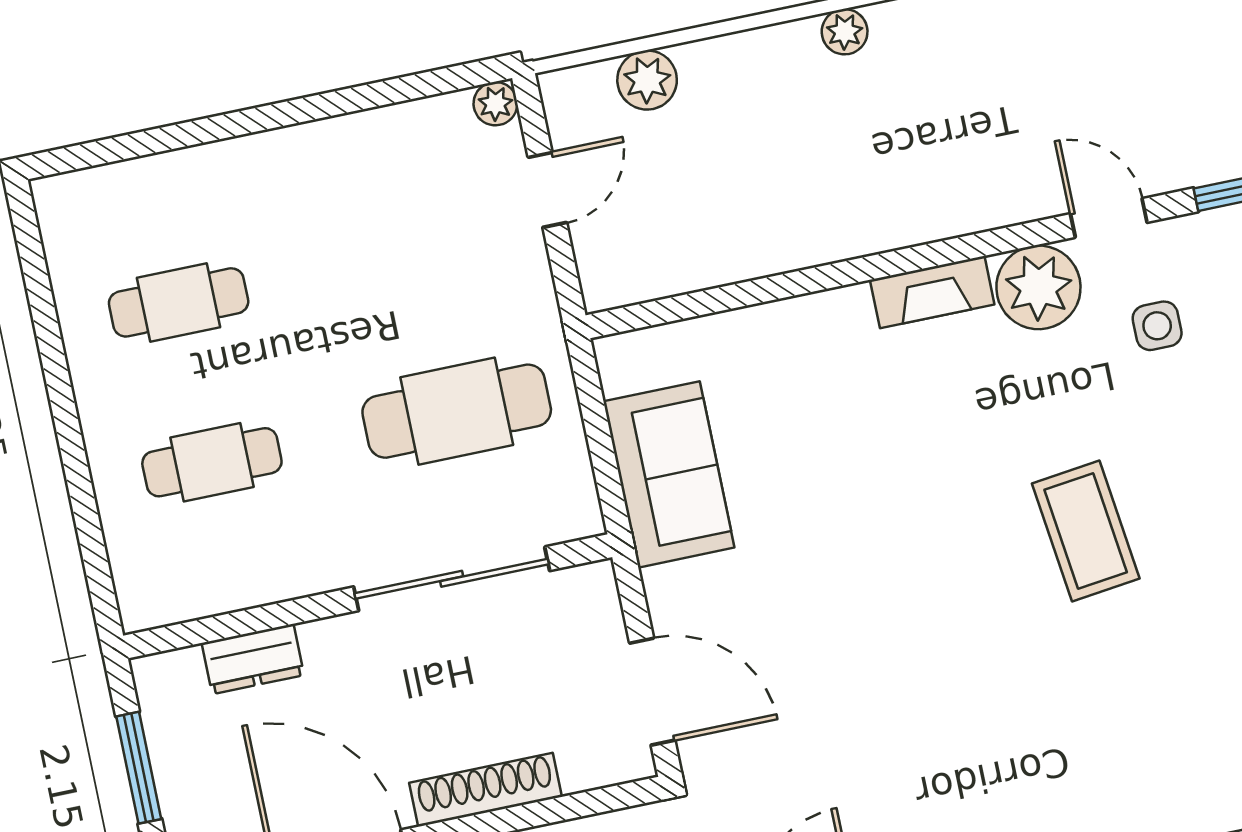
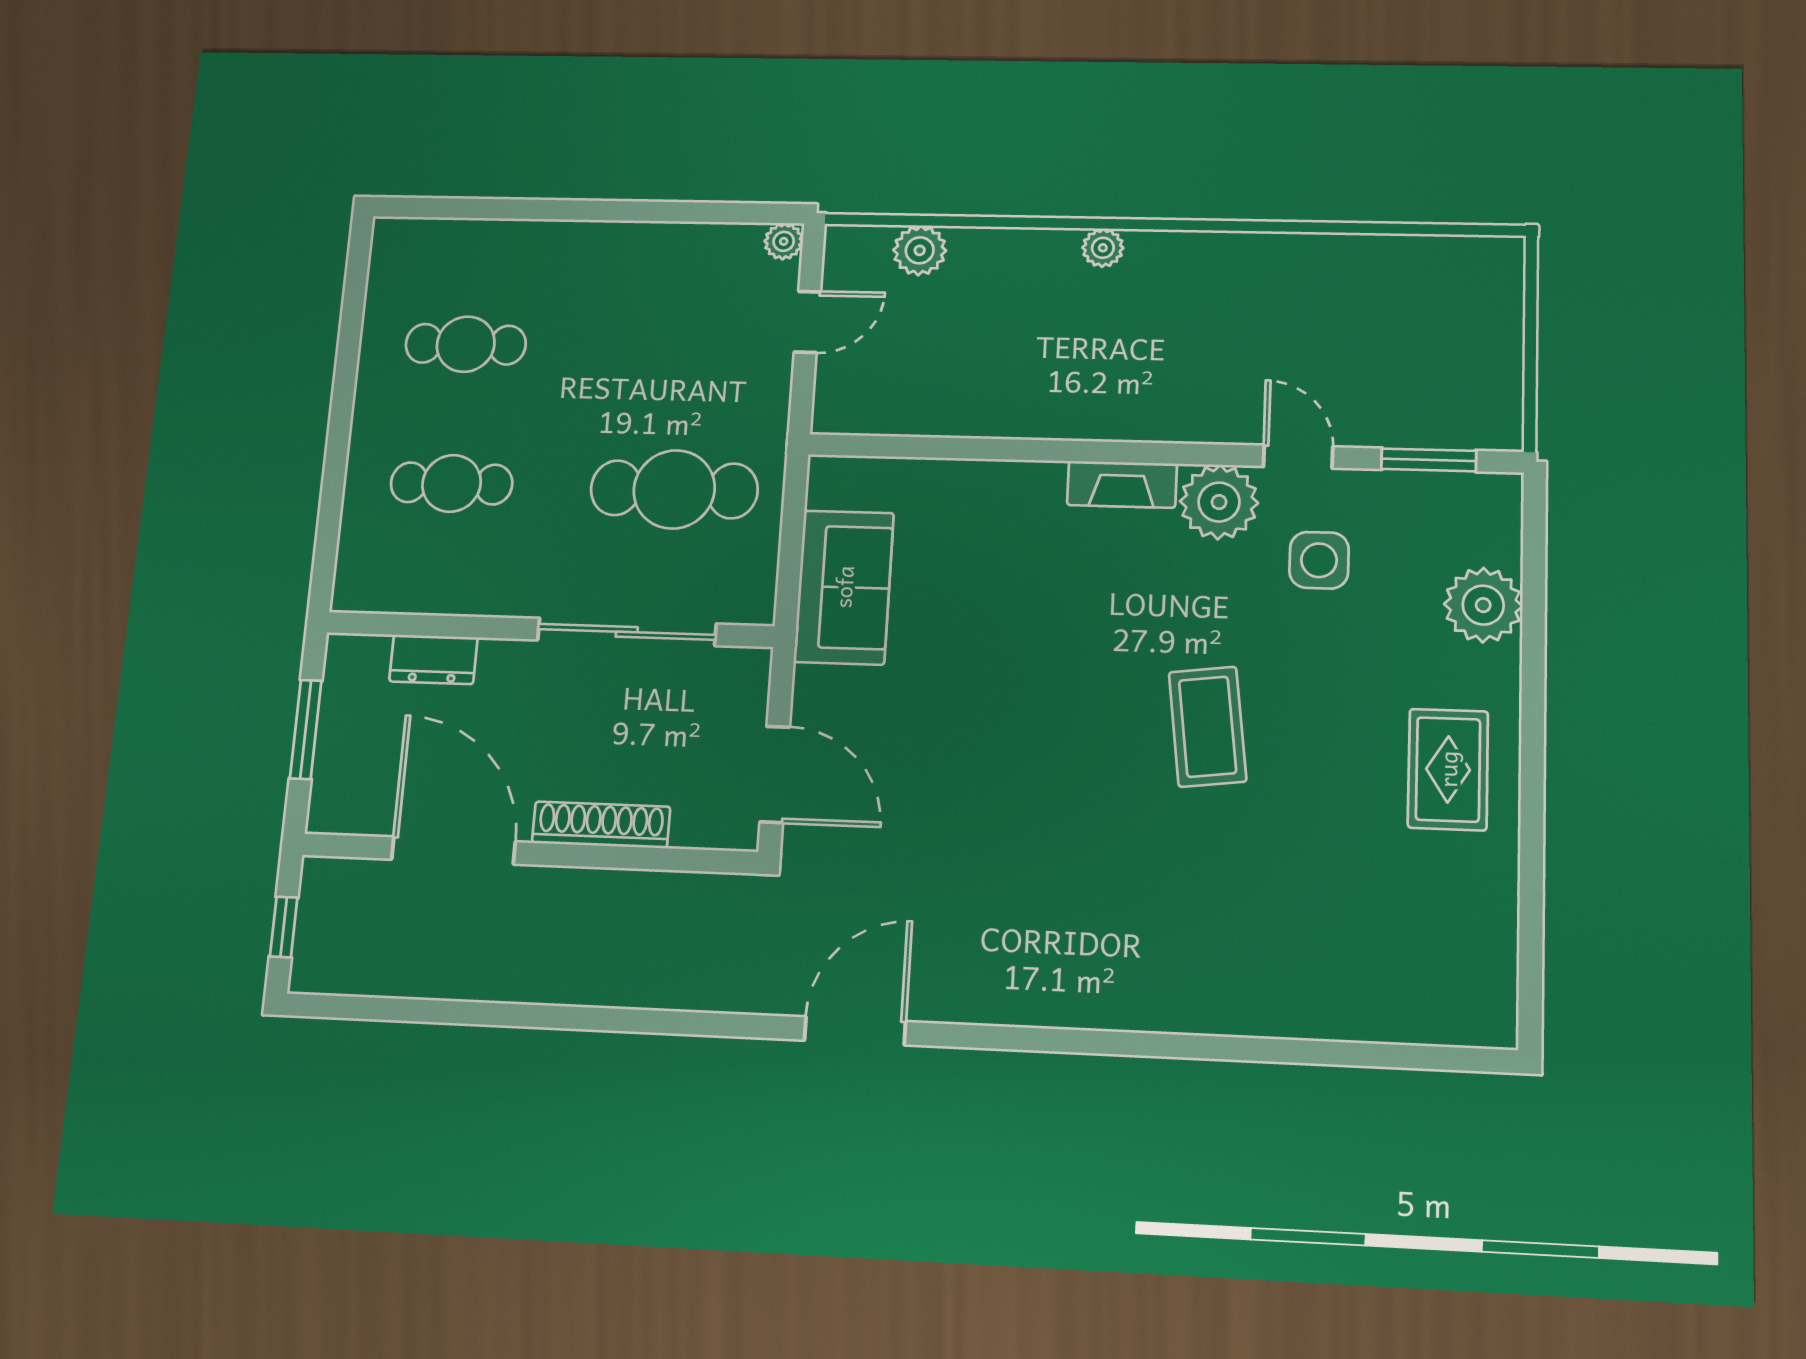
side table: (1157, 326) -> (1319, 560), width x1.37, depth x1.37

